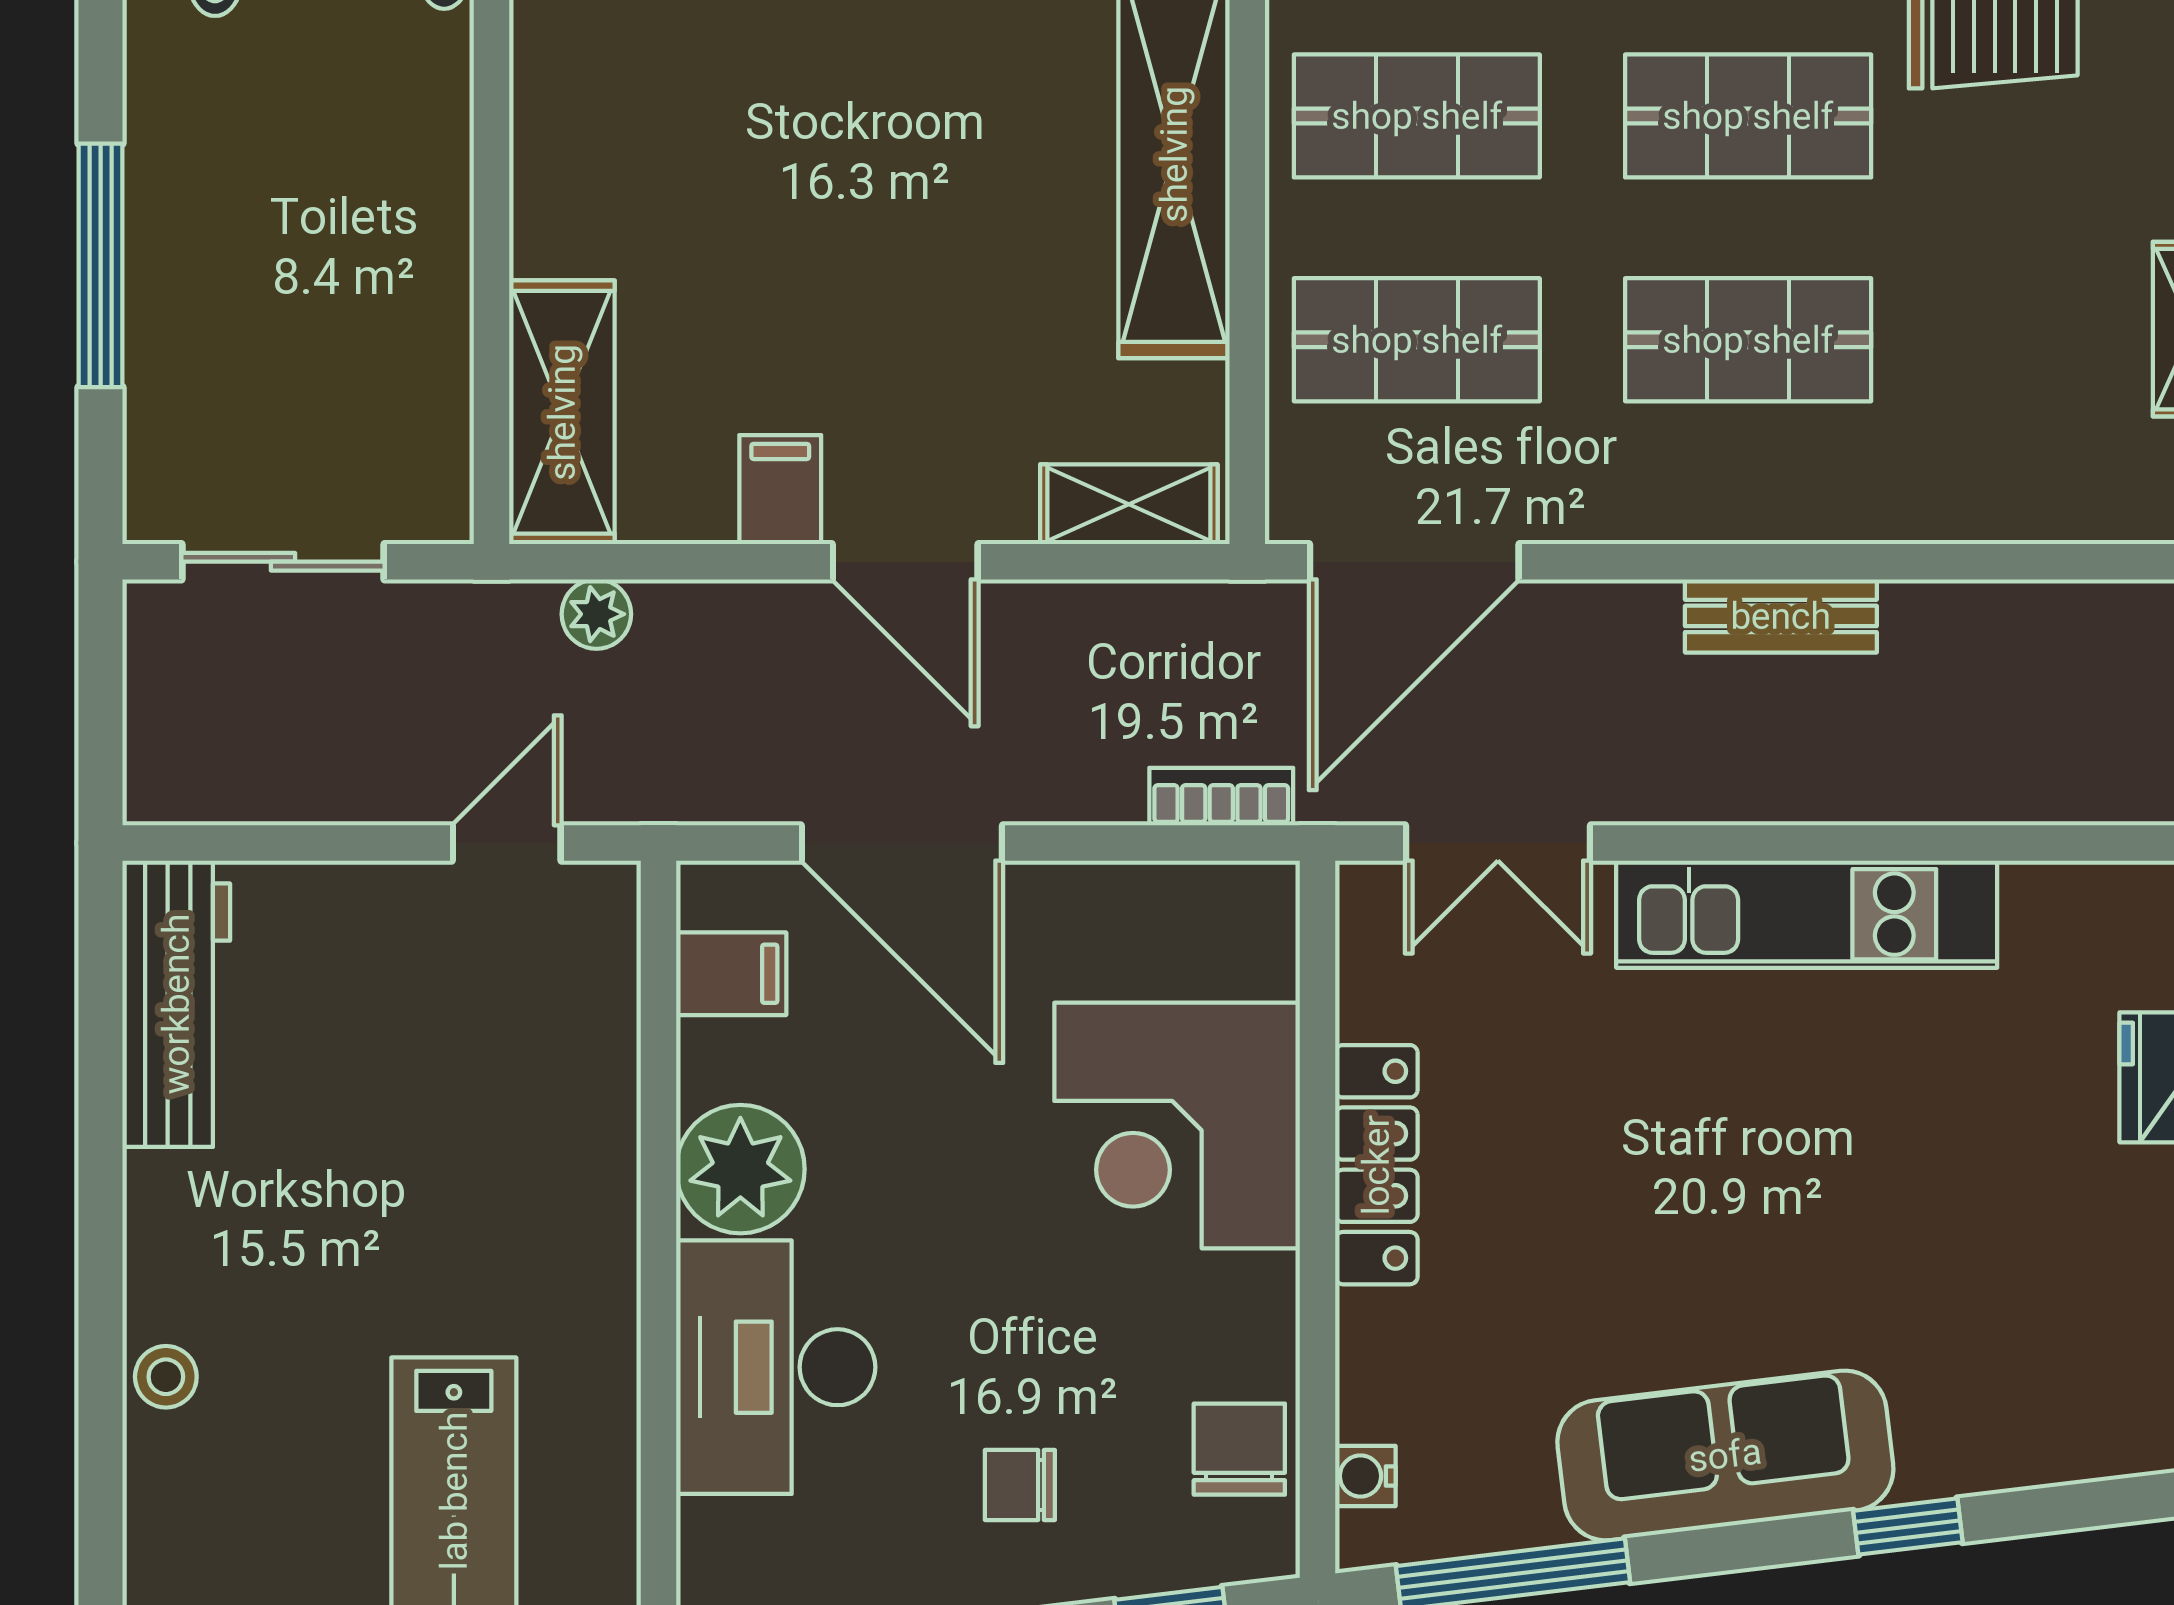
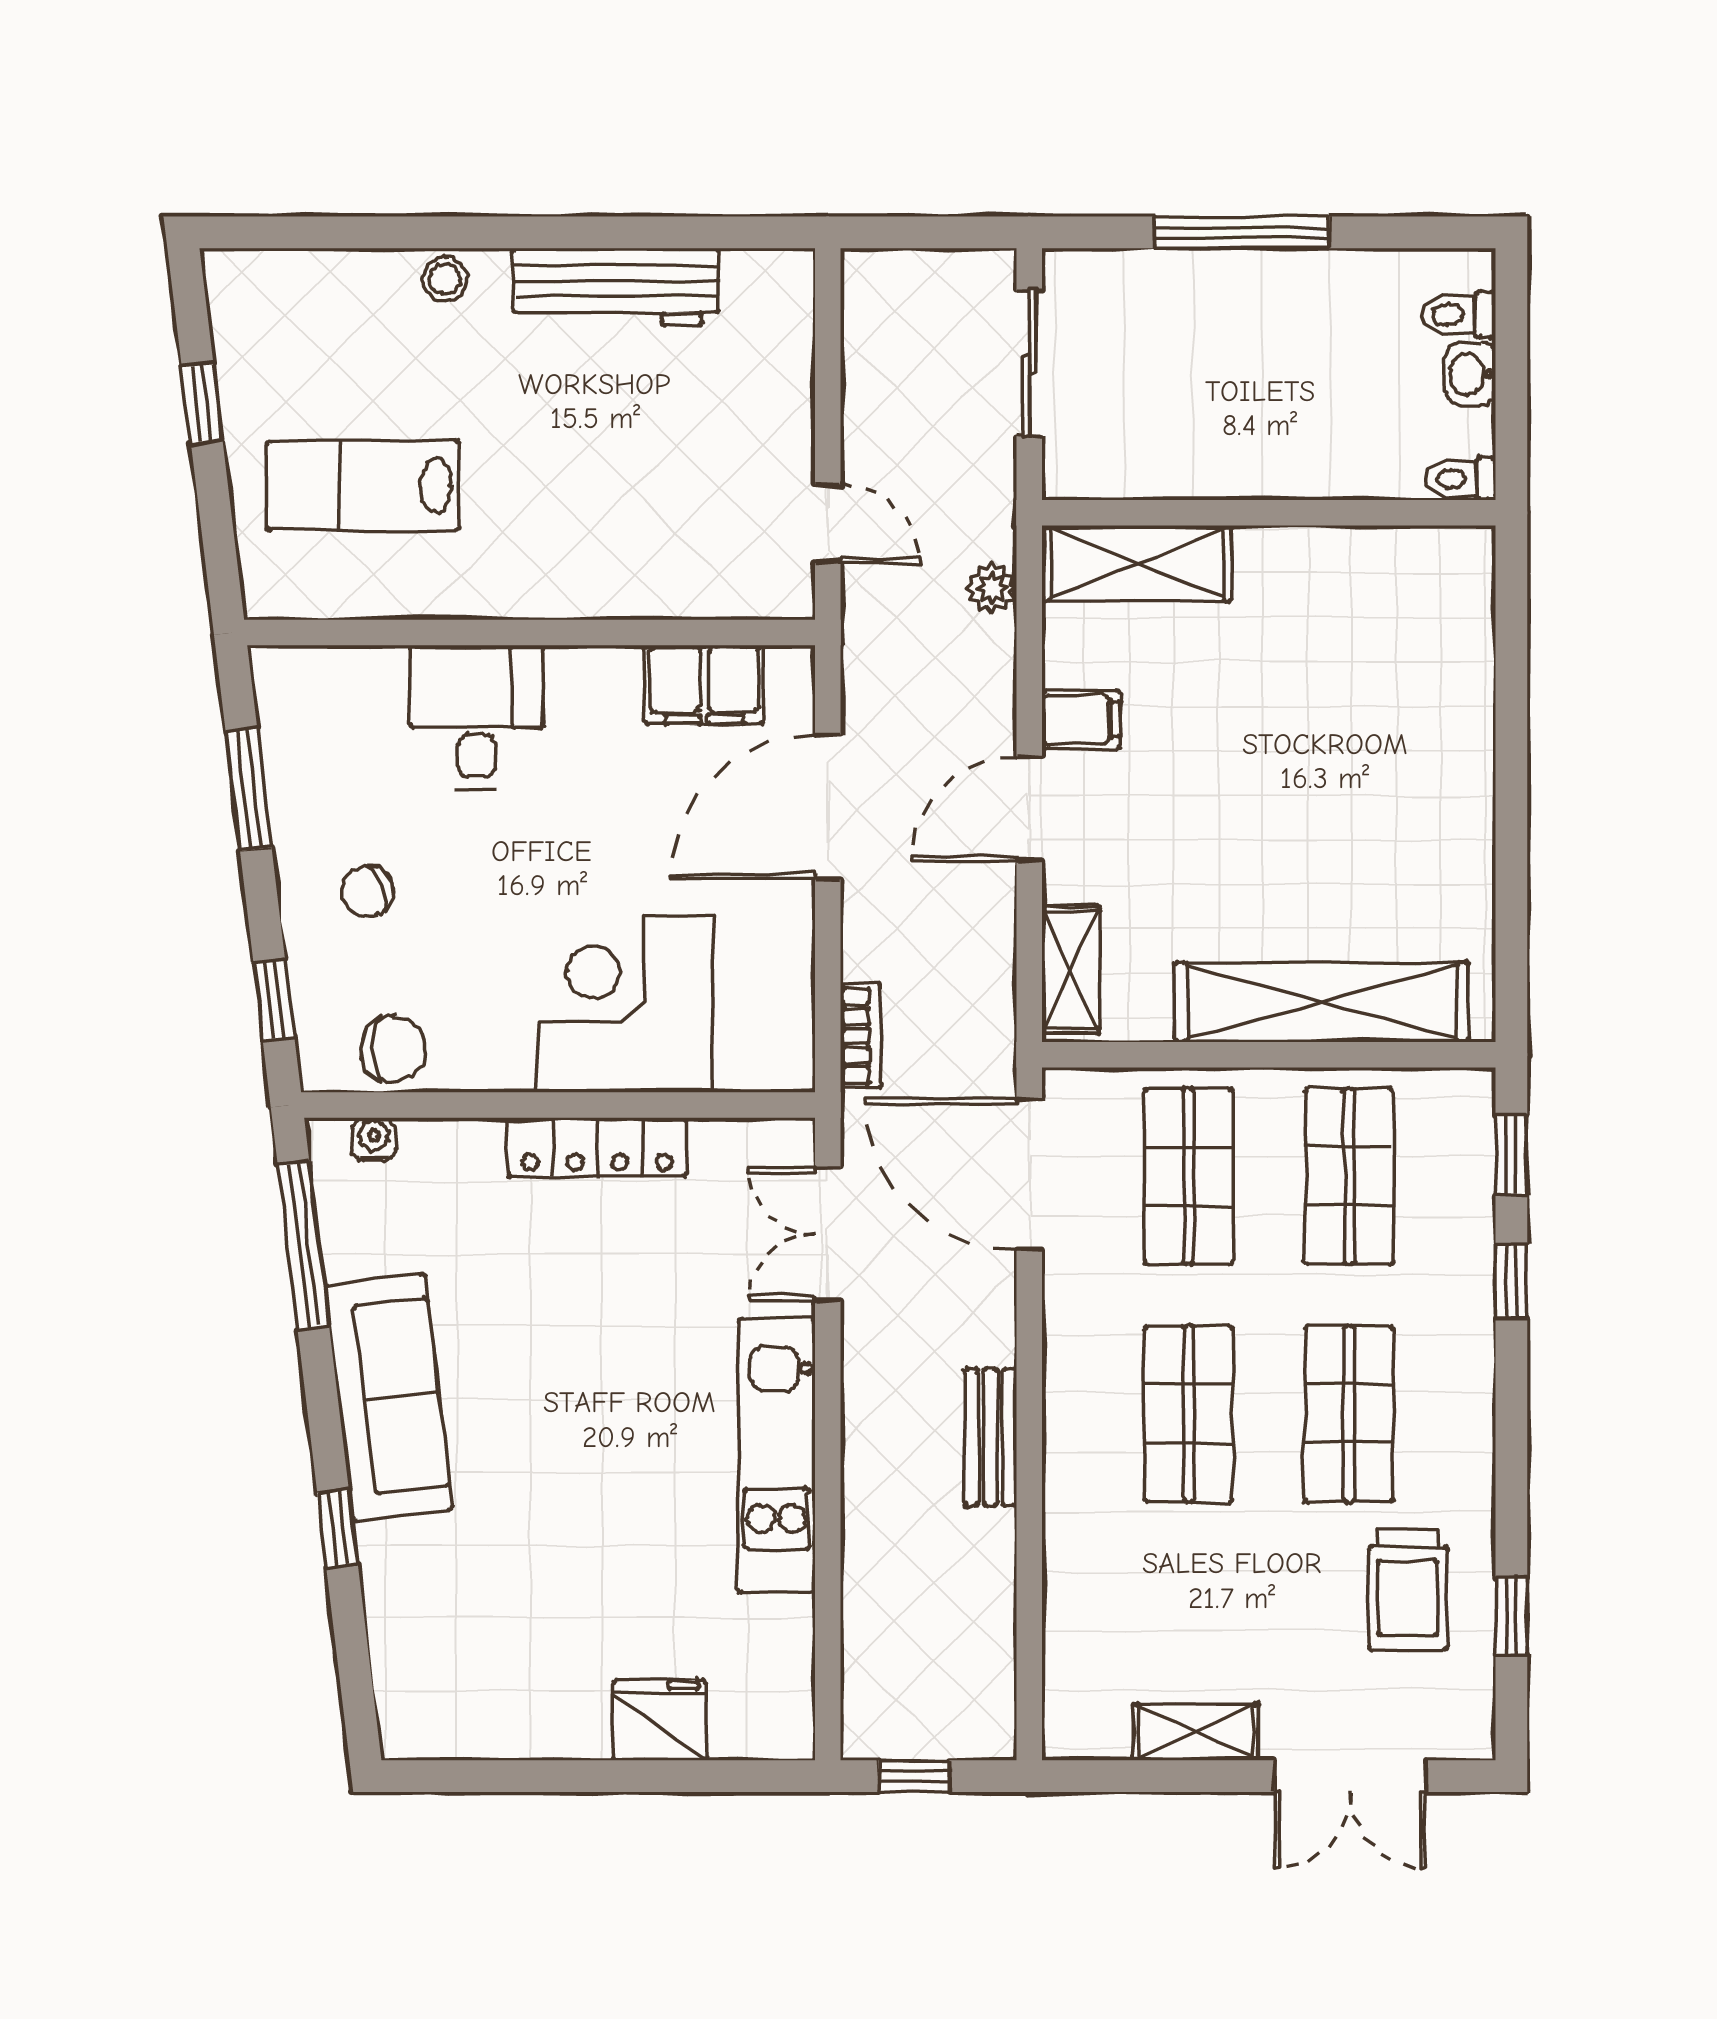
filing cabinet: (731, 974) -> (704, 685), width x2.00
workbench: (176, 1004) -> (616, 287), moved
plant: (740, 1169) -> (594, 691), removed
desk: (776, 1367) -> (476, 717), width x0.73
chair: (1020, 1485) -> (367, 892), turned -114

